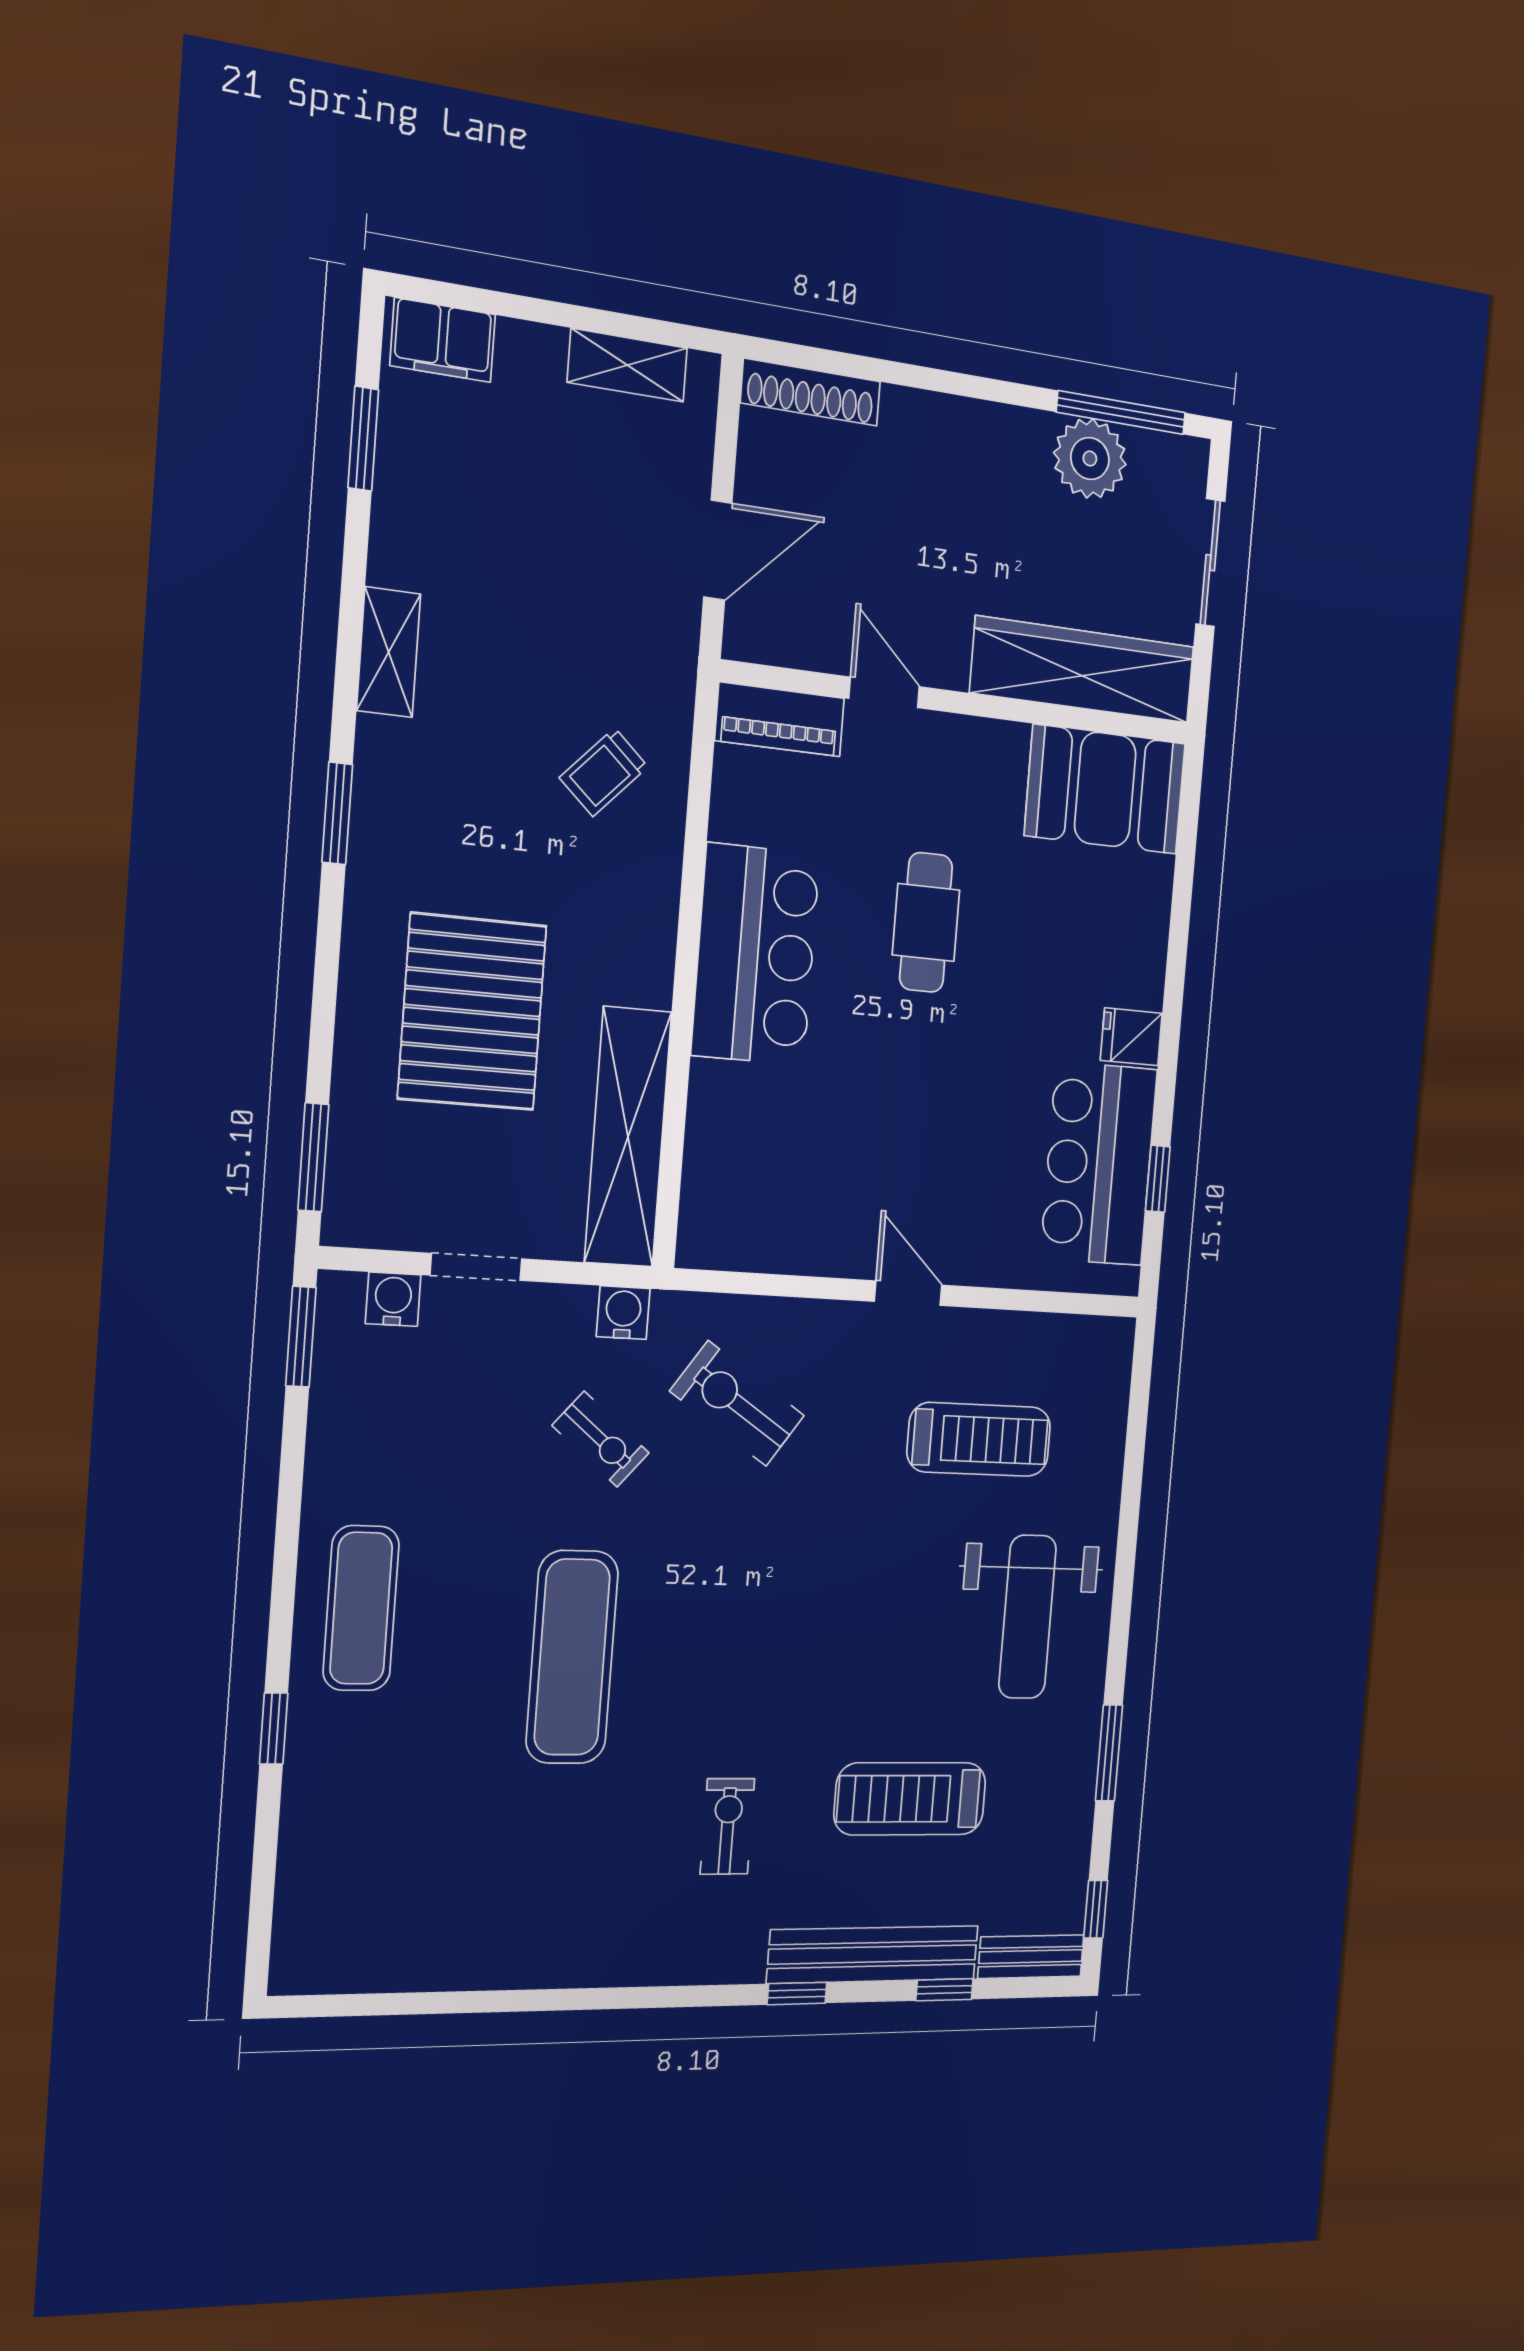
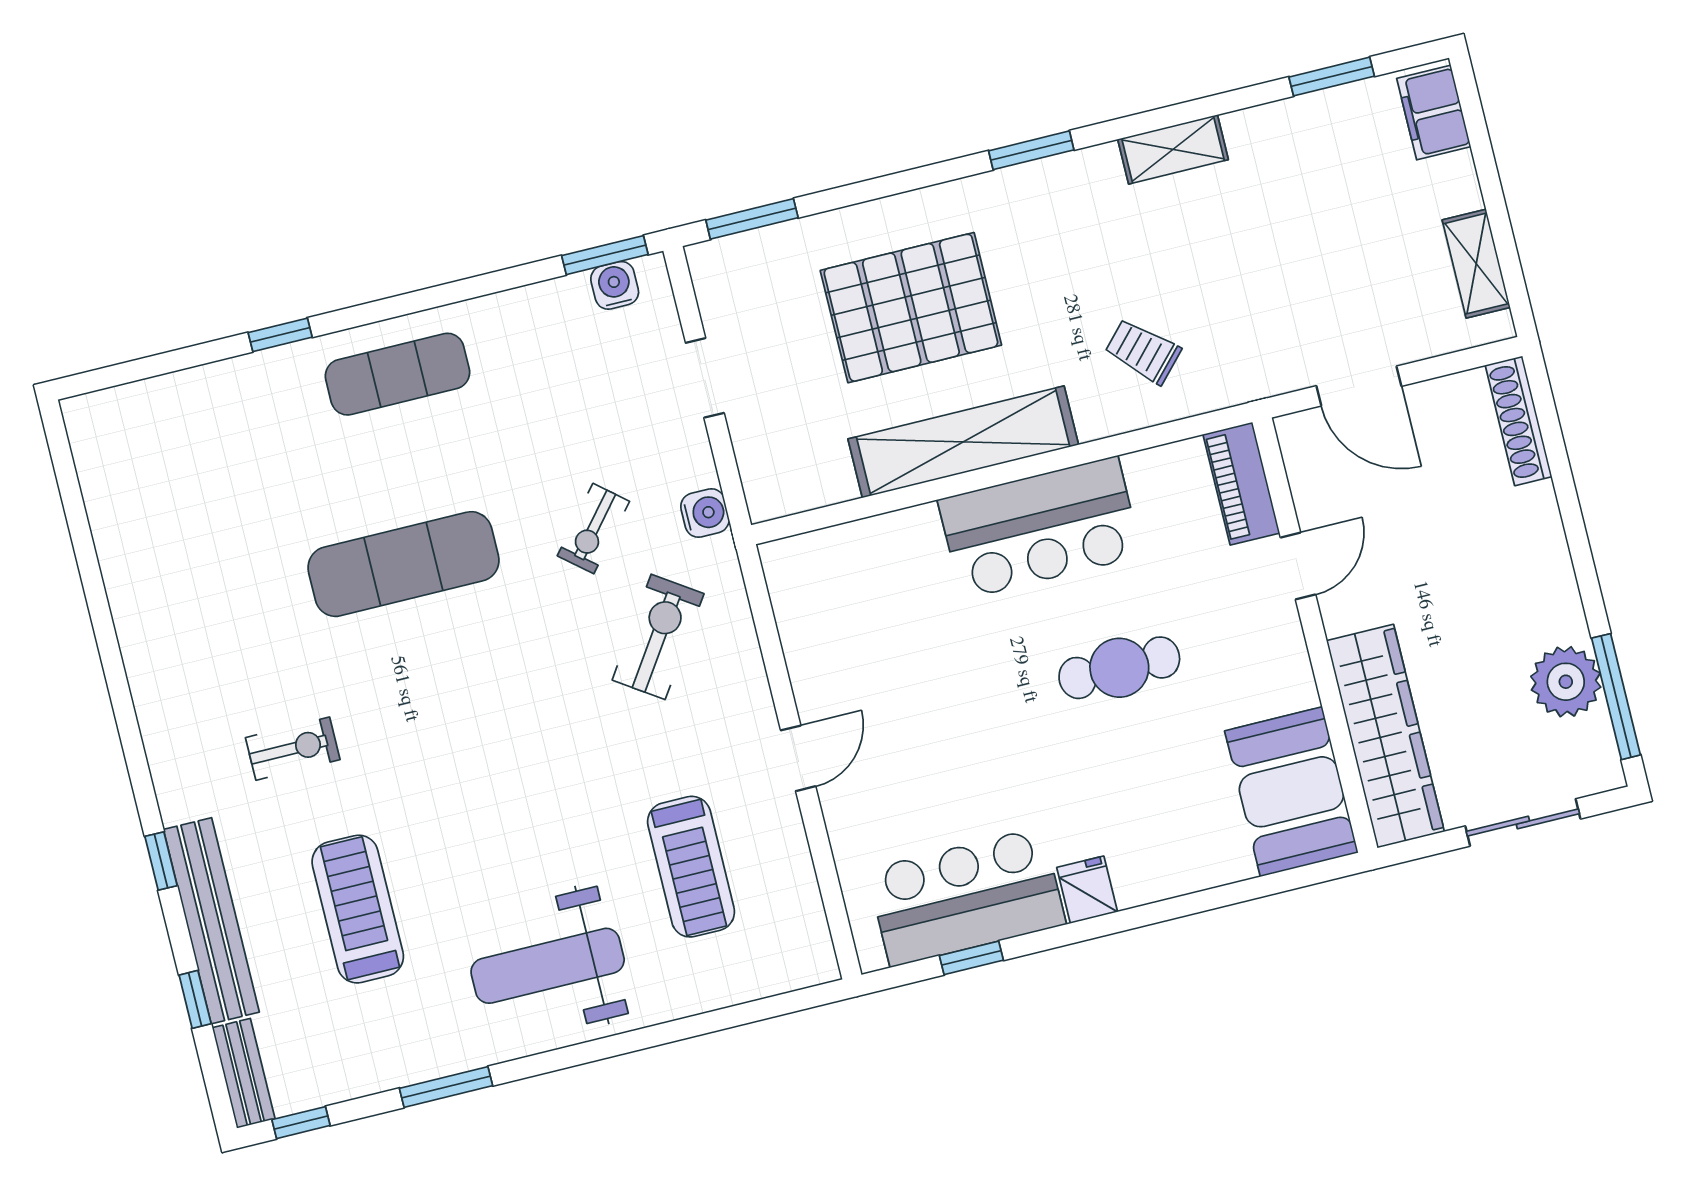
shelving: (628, 1137) -> (963, 442), moved
water cooler: (393, 1299) -> (615, 285), moved, turned -90

